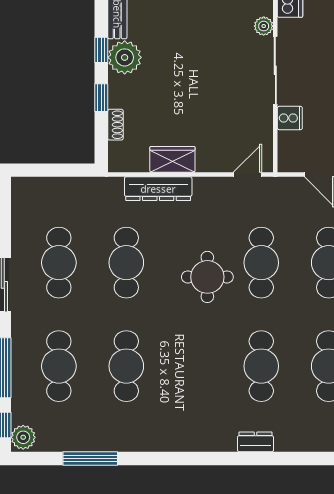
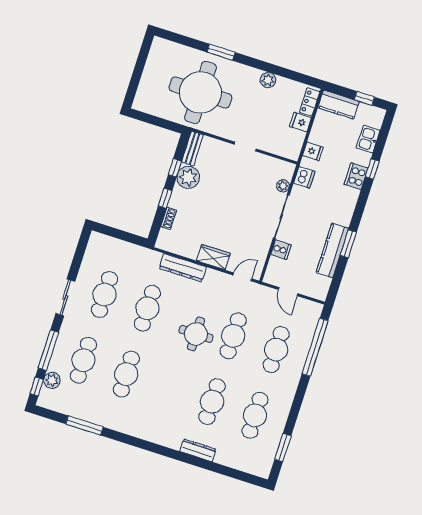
wardrobe: (172, 159) -> (213, 257), moved
plant: (23, 437) -> (52, 380), moved
dresser: (255, 442) -> (198, 450), width x1.44

